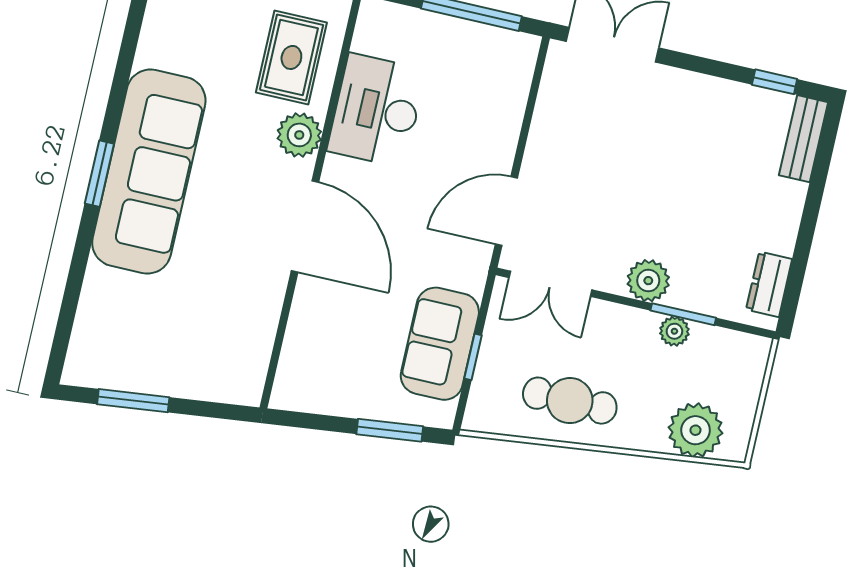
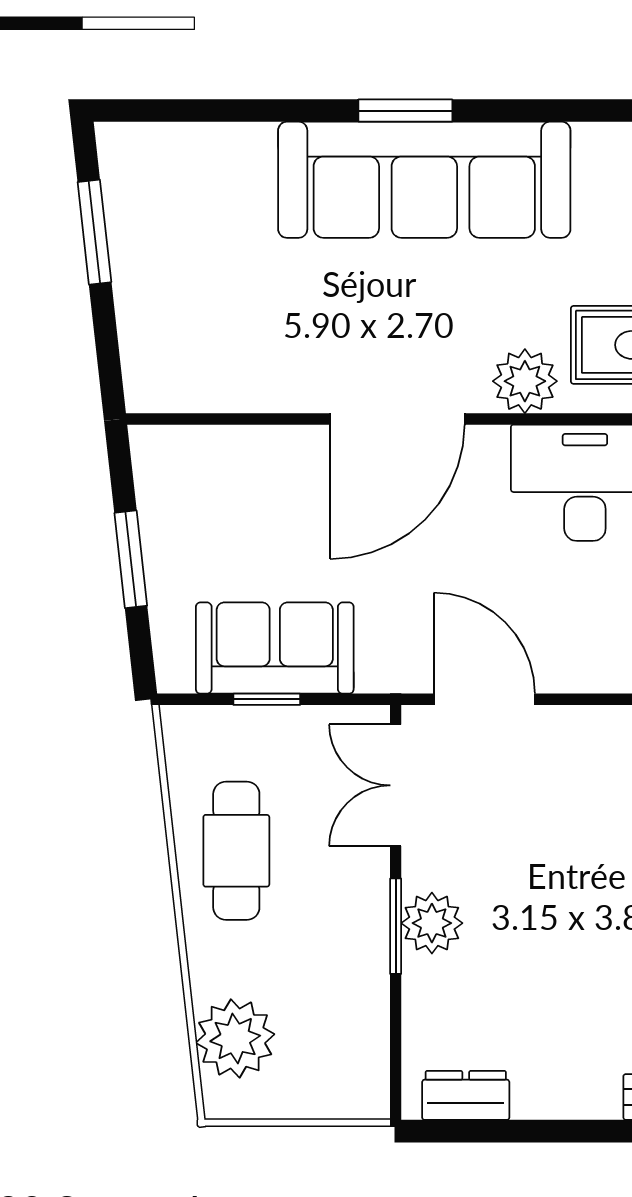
window: (683, 314) -> (396, 926), moved
plant: (674, 331) -> (369, 977), removed
window: (390, 430) -> (131, 559), moved

